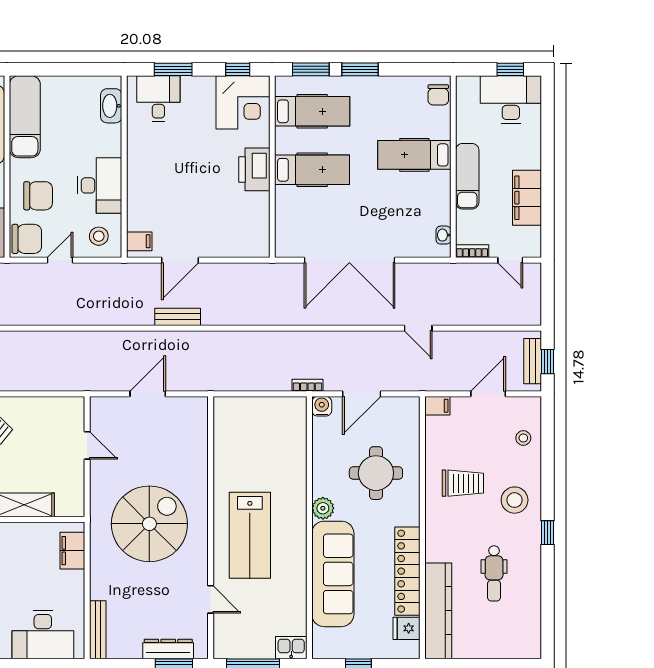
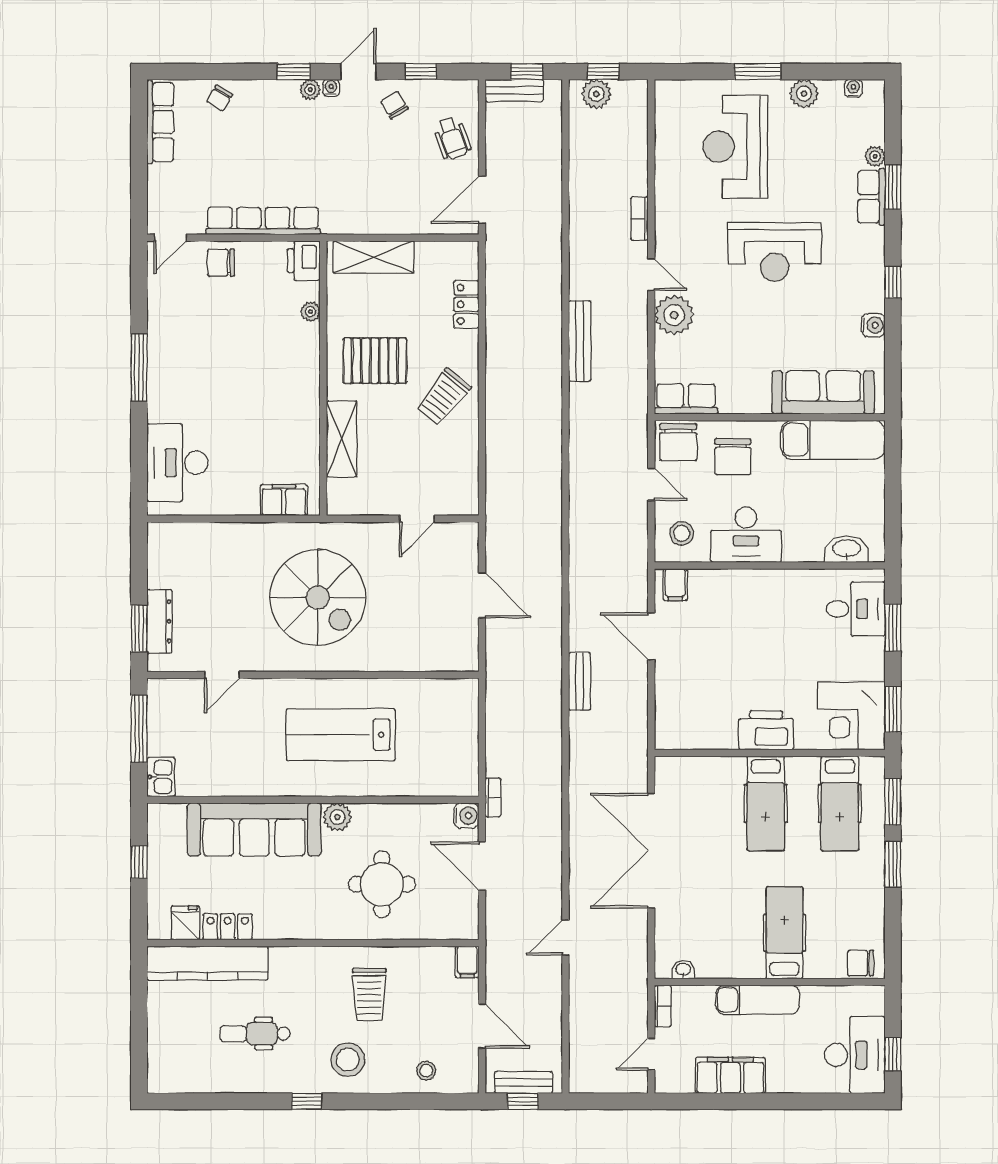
window: (238, 69) -> (893, 709), width x1.50
bench: (178, 317) -> (580, 681), moved
lab bench: (250, 535) -> (341, 735), moved
locker: (407, 571) -> (228, 927), width x0.46, depth x0.83
bench: (98, 630) -> (184, 532), removed

